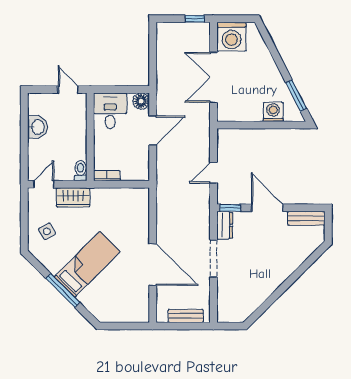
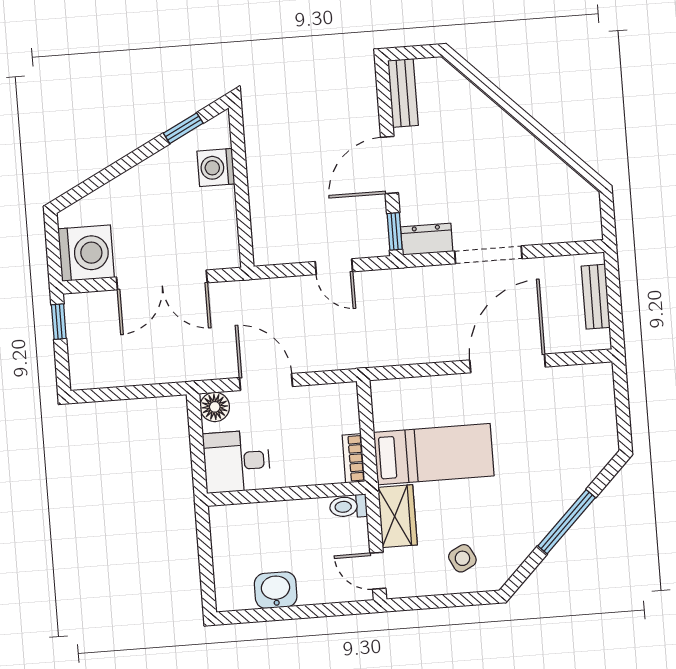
door: (68, 90) -> (204, 540), removed
window: (296, 96) -> (183, 128), width x0.67
bed: (87, 264) -> (434, 454), moved, turned 135

